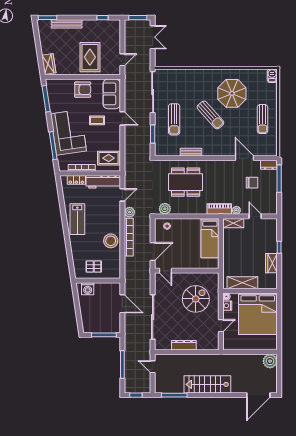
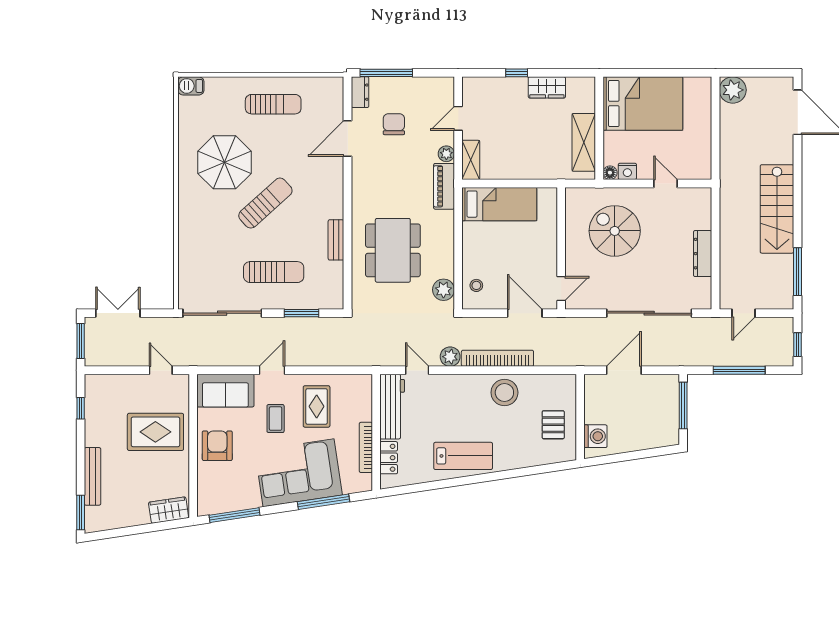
rug: (109, 158) -> (317, 406), moved
bed: (258, 314) -> (643, 103), width x0.73

